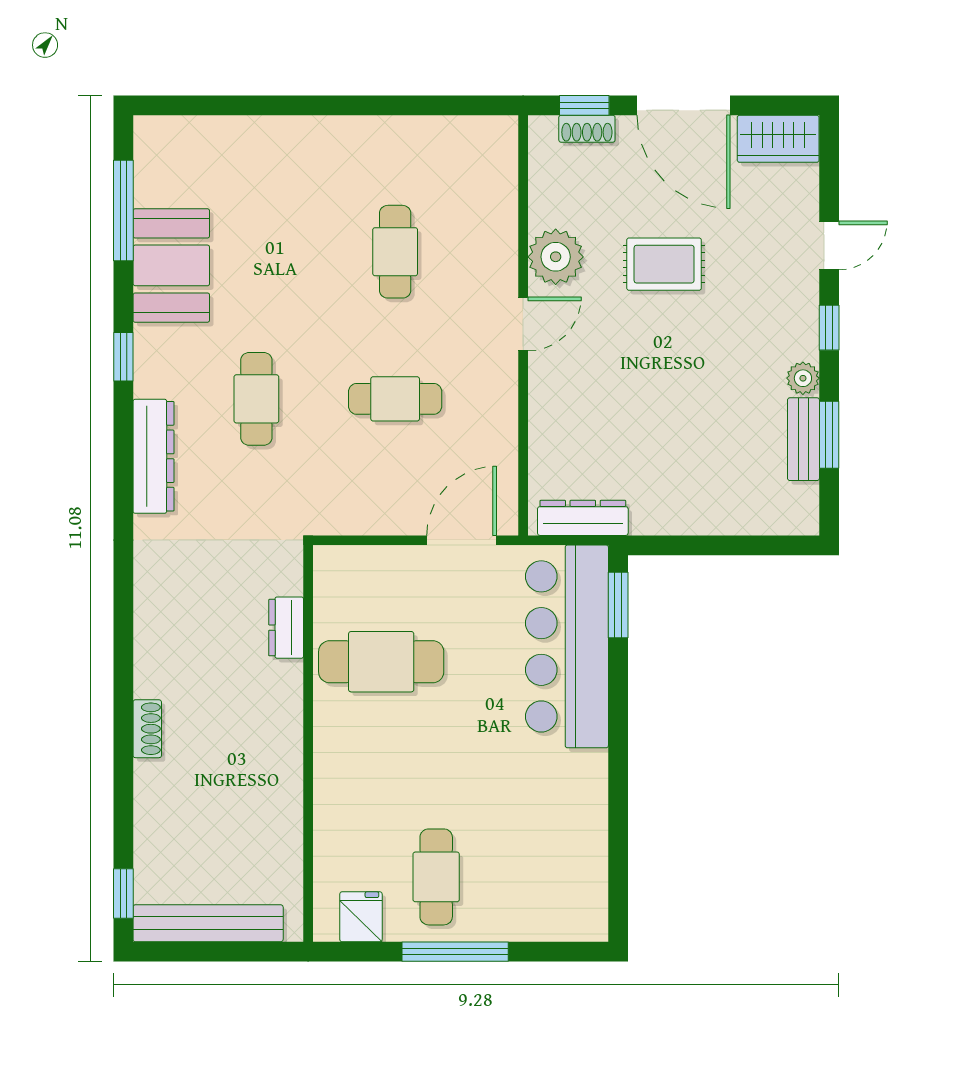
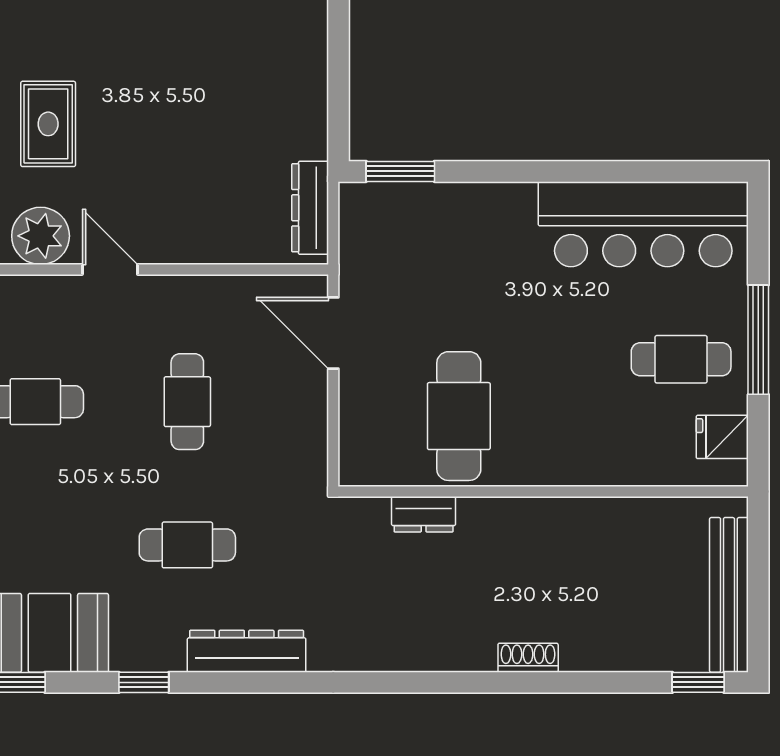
bar counter: (567, 646) -> (643, 224), moved

